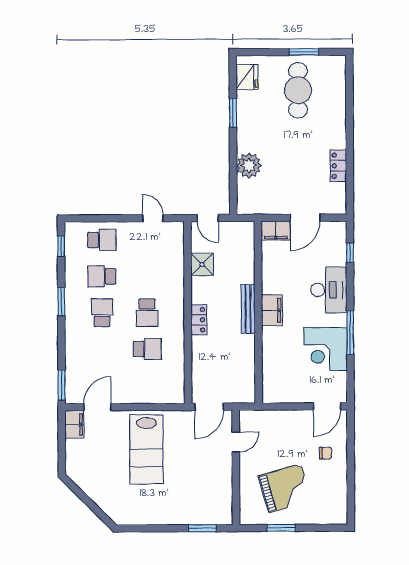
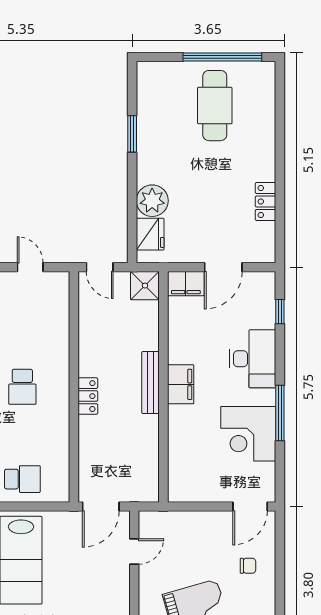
window: (304, 52) -> (222, 57), width x2.11
fridge: (247, 77) -> (150, 234), moved
shower: (202, 265) -> (145, 286), moved
school desk: (147, 349) -> (22, 479), moved

